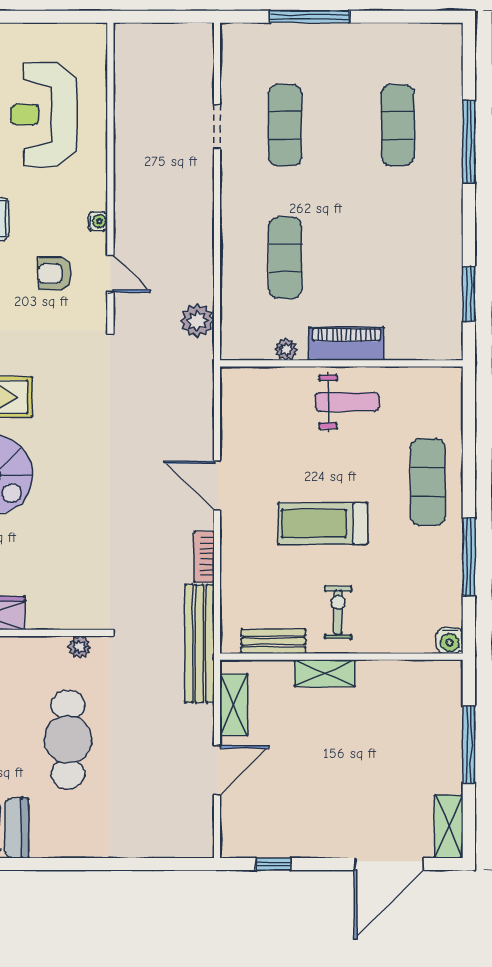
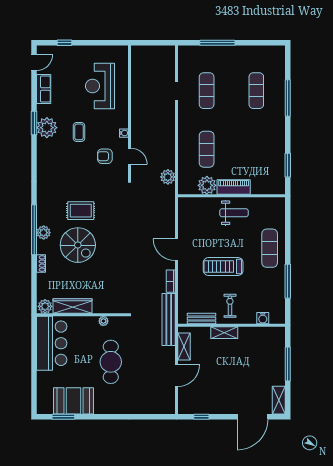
plant: (286, 349) -> (207, 185), width x1.88, depth x1.88
water cooler: (450, 641) -> (263, 318), moved
plant: (79, 647) -> (103, 321), moved

